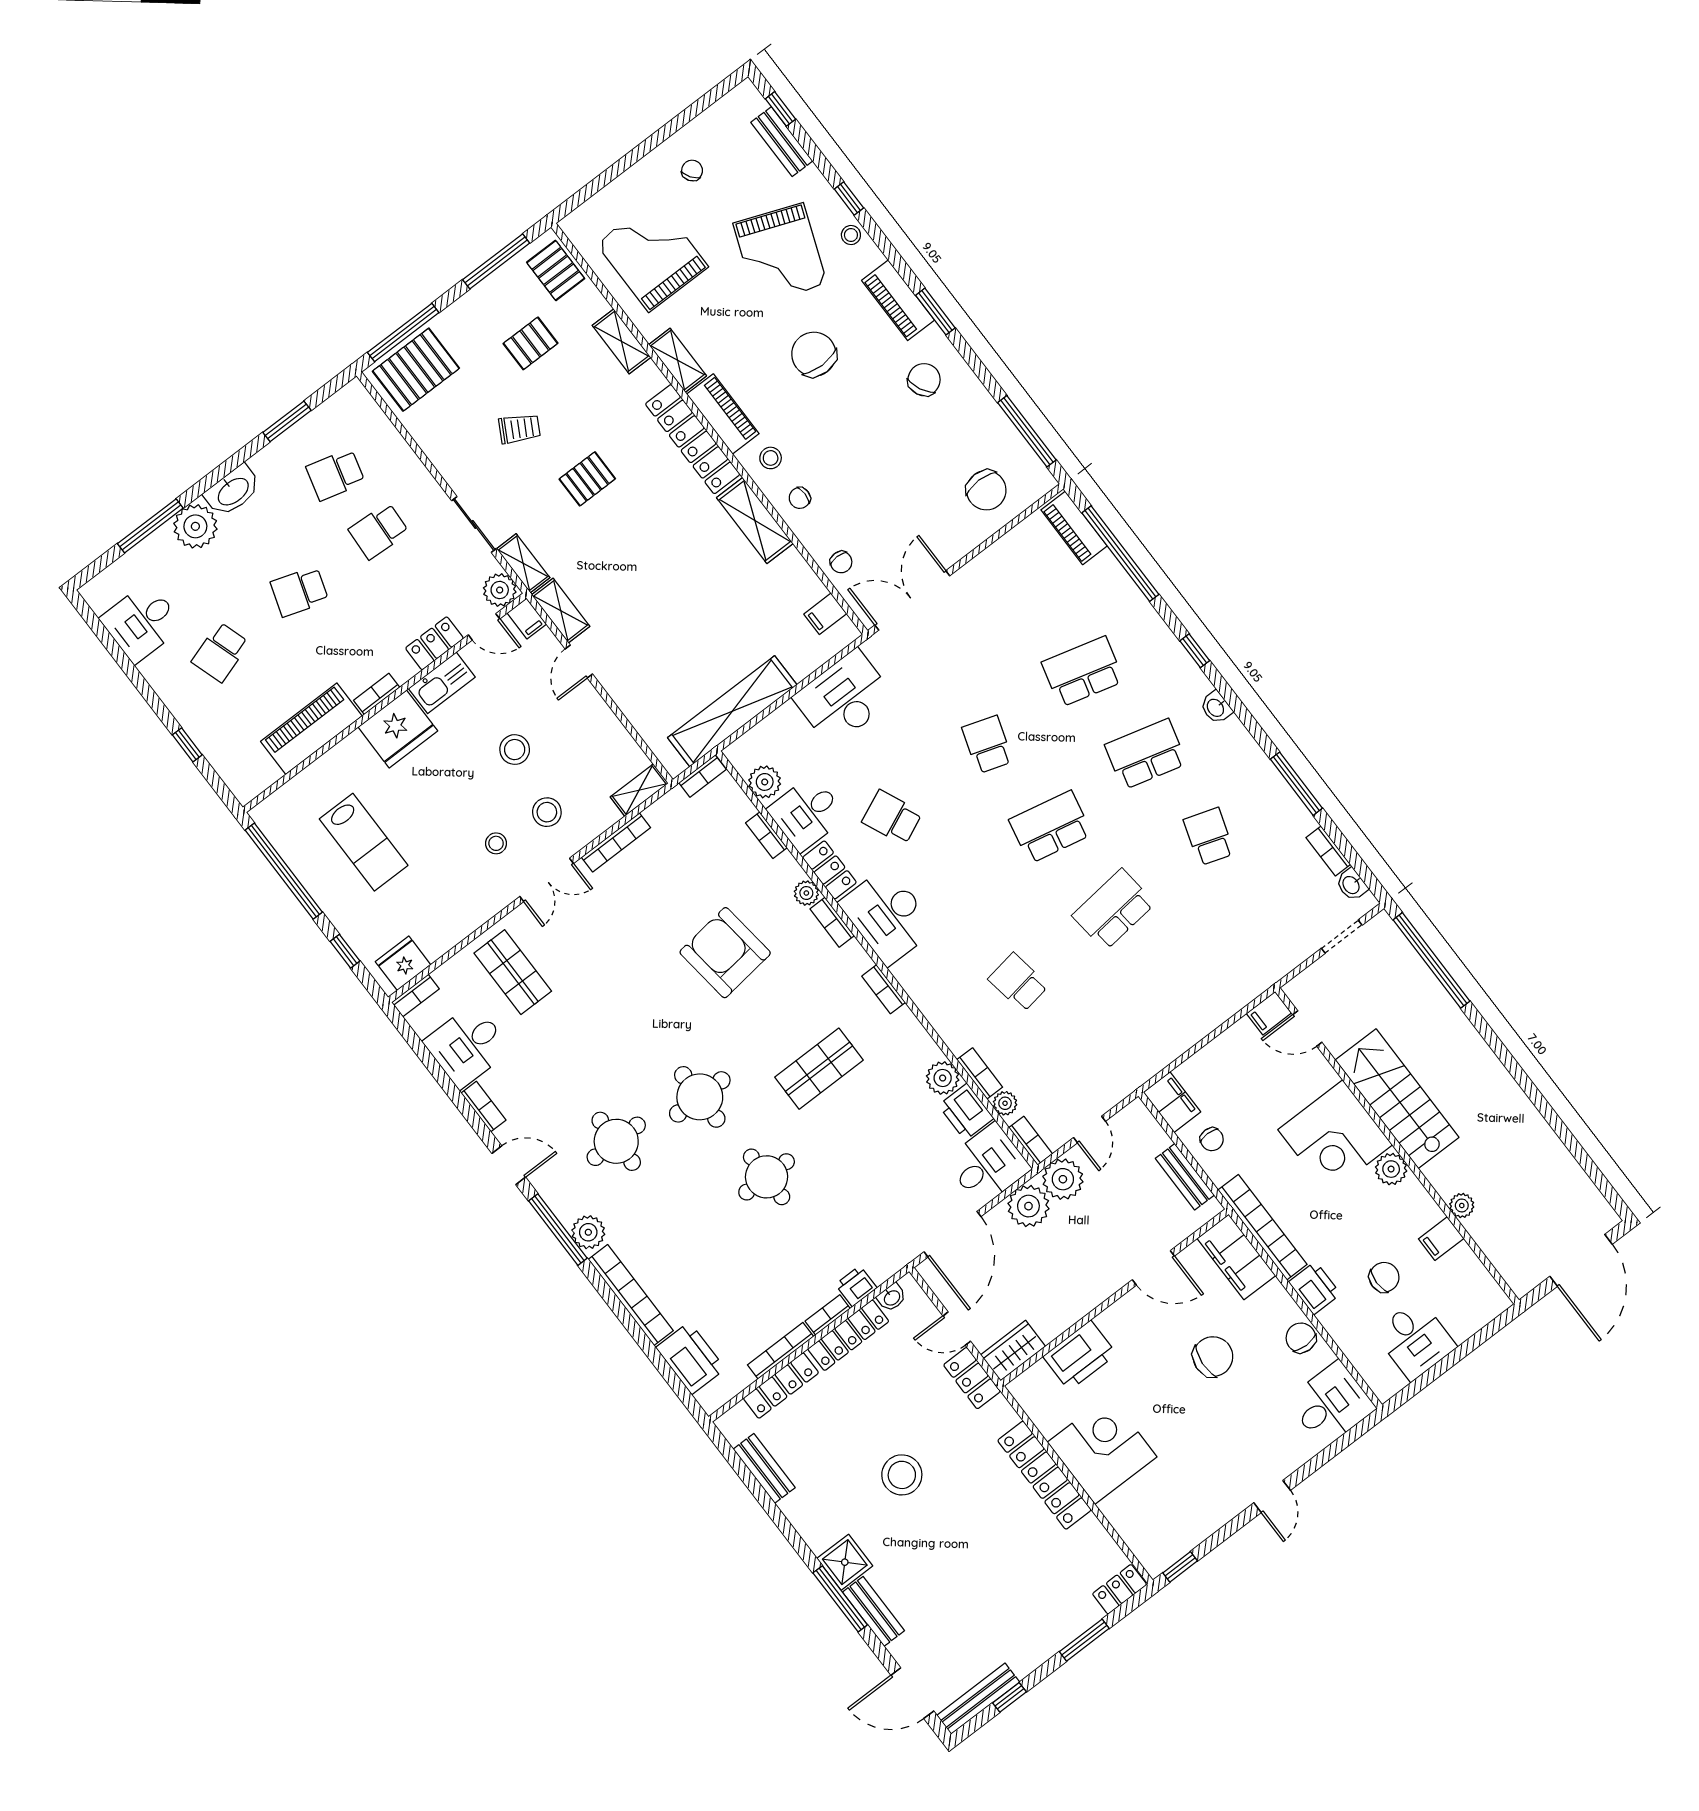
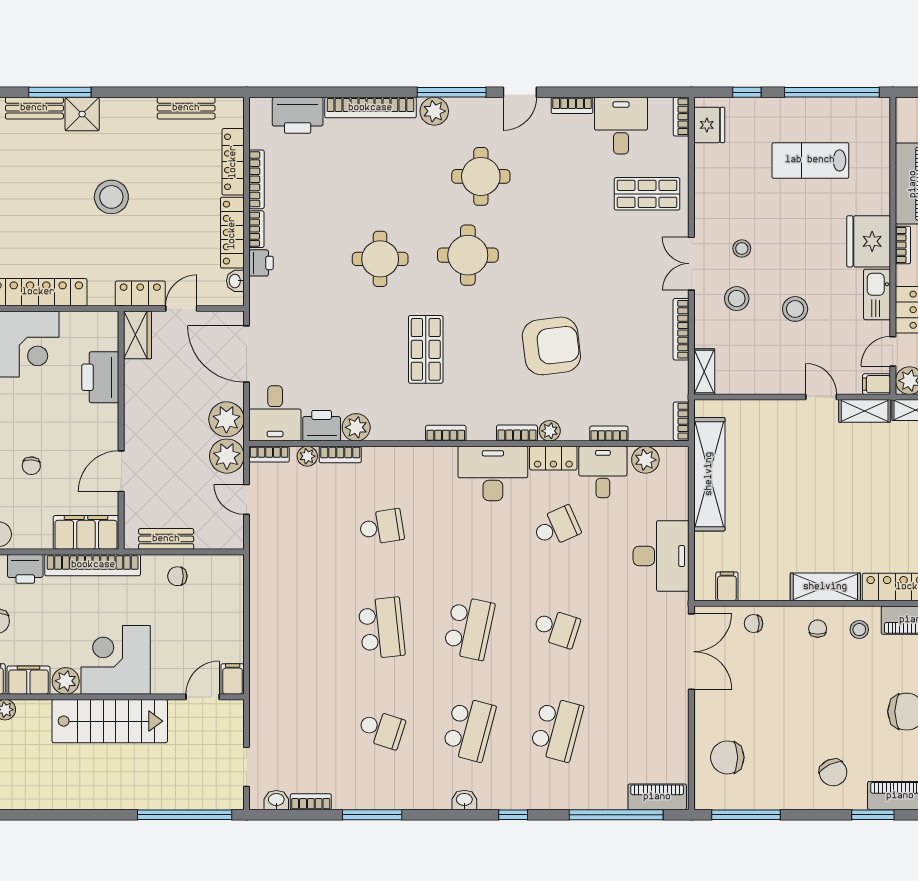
filing cabinet: (1172, 1102) -> (28, 680), moved, turned 180
chair: (1213, 1357) -> (31, 466), width x0.54, depth x0.54

